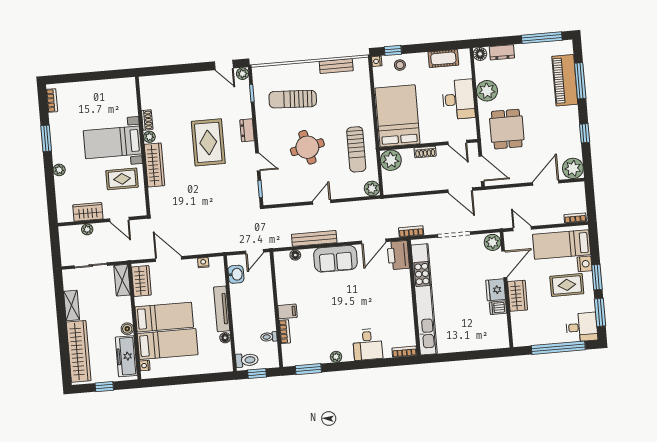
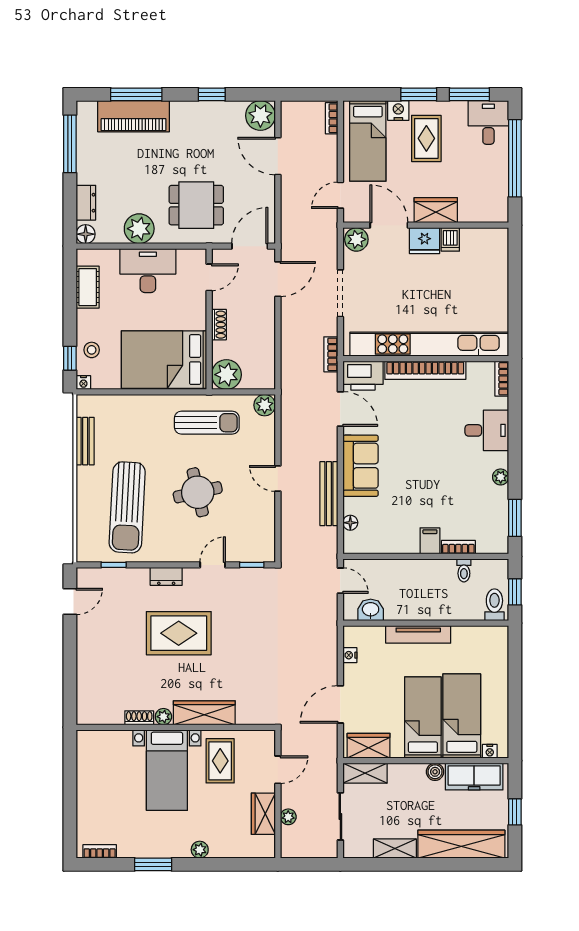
plant: (243, 74) -> (85, 576), removed
sun lounger: (293, 99) -> (127, 507), width x1.36, depth x1.34
bookcase: (406, 298) -> (425, 370), added
floor lamp: (225, 338) -> (460, 633), removed

